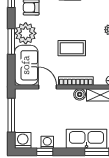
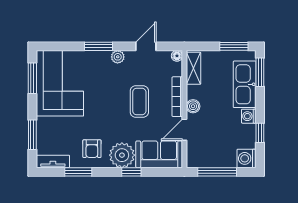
window: (11, 41) -> (131, 172), width x0.67
boiler: (80, 94) -> (193, 106), moved
washing machine: (47, 142) -> (249, 116), moved

